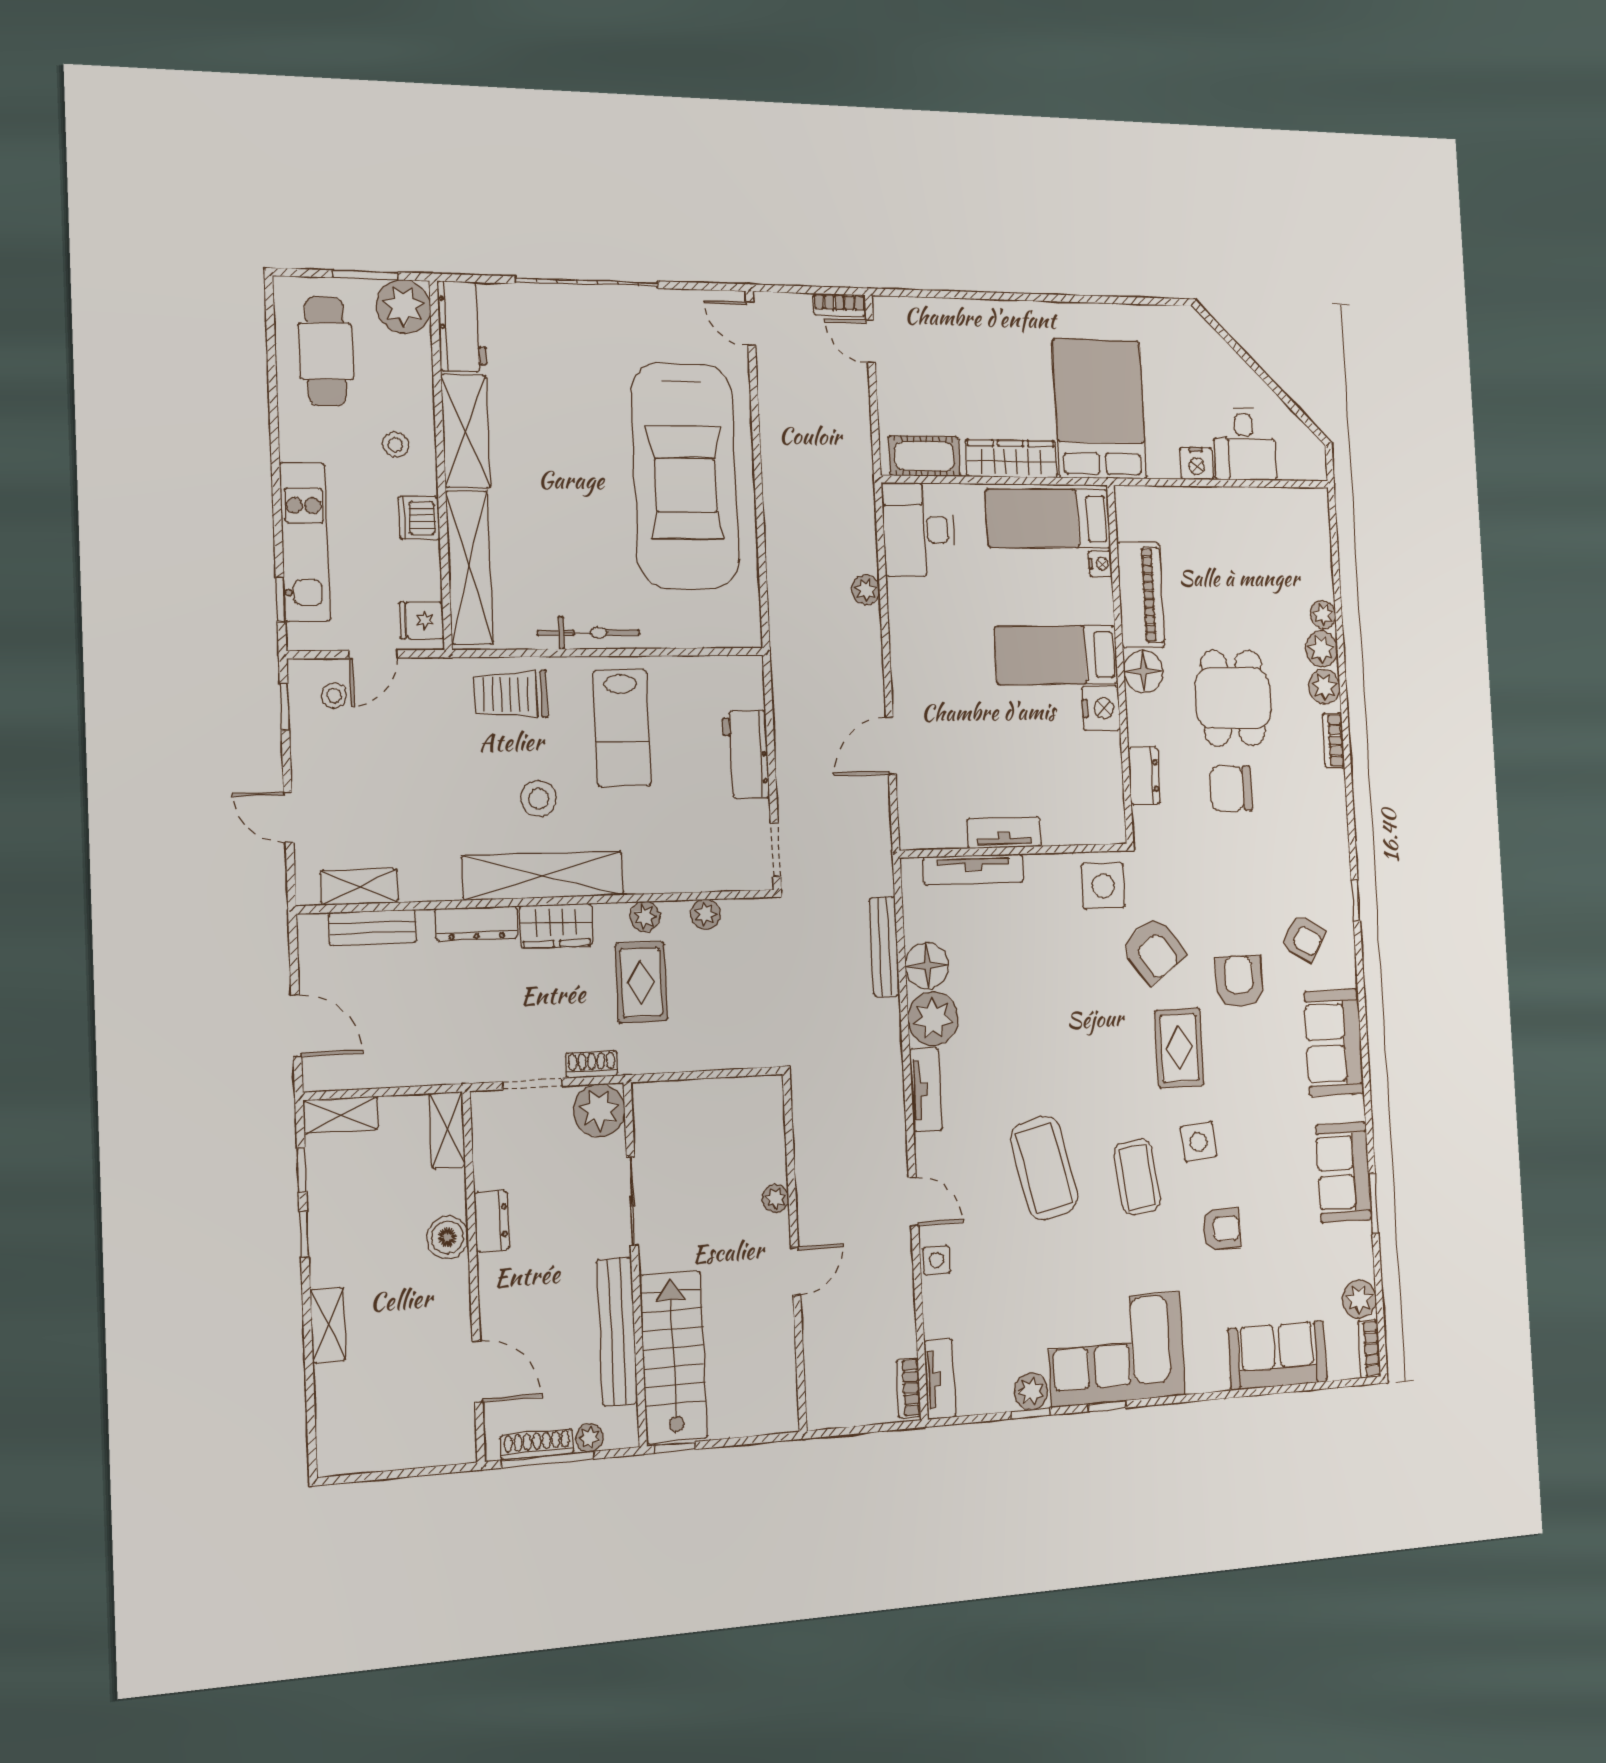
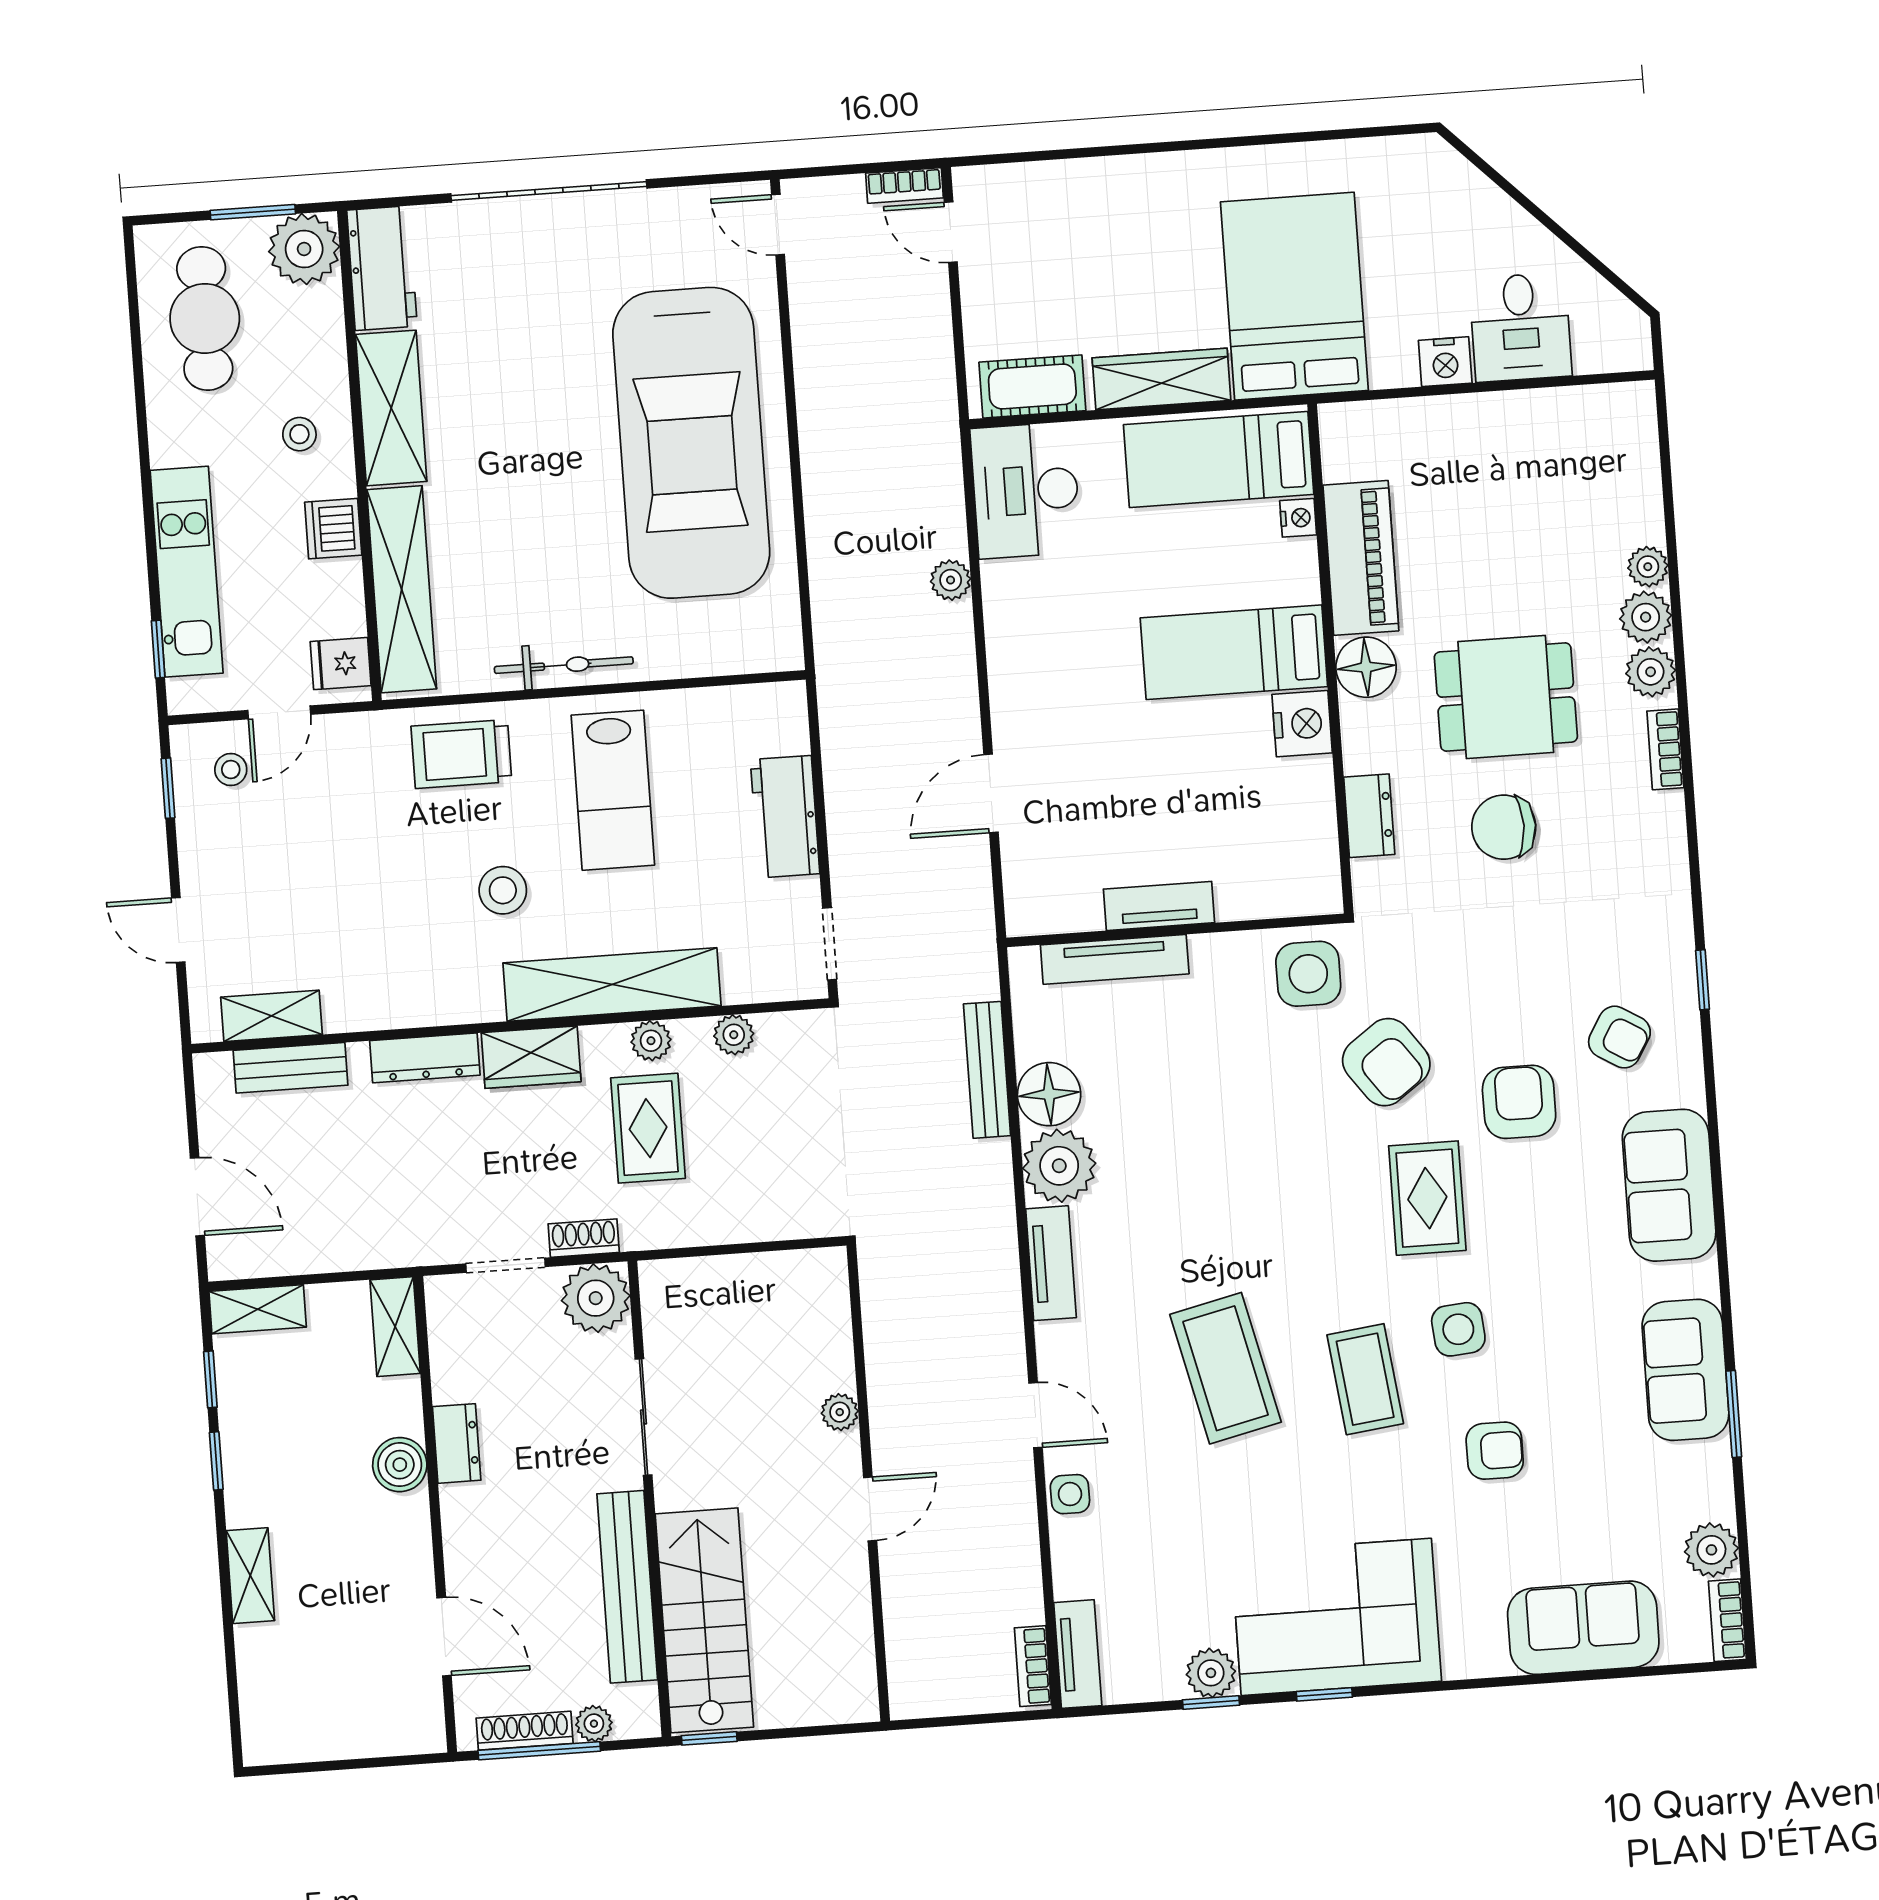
dining table: (1233, 698) -> (1506, 697), turned 90
shelving: (543, 876) -> (612, 984), moved

